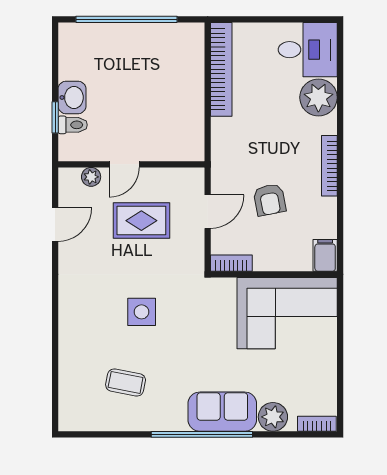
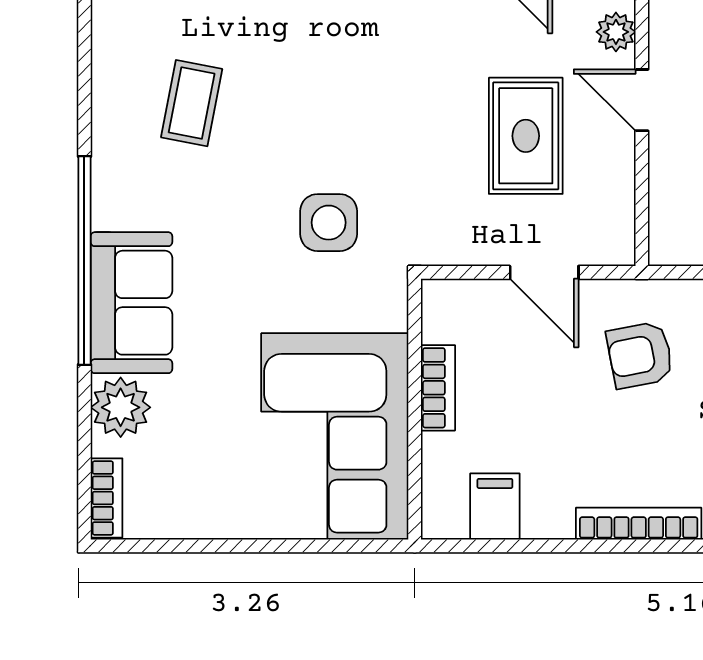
armchair: (270, 200) -> (640, 355), moved
filing cabinet: (325, 255) -> (495, 507), moved, turned -90
bookcase: (231, 263) -> (438, 388), moved
side table: (142, 312) -> (329, 223), moved

